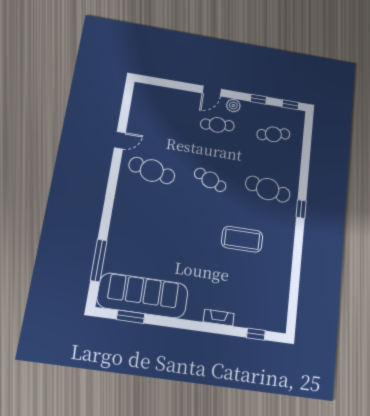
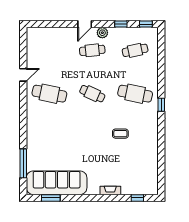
coffee table: (242, 239) -> (120, 134), width x0.54, depth x0.58

